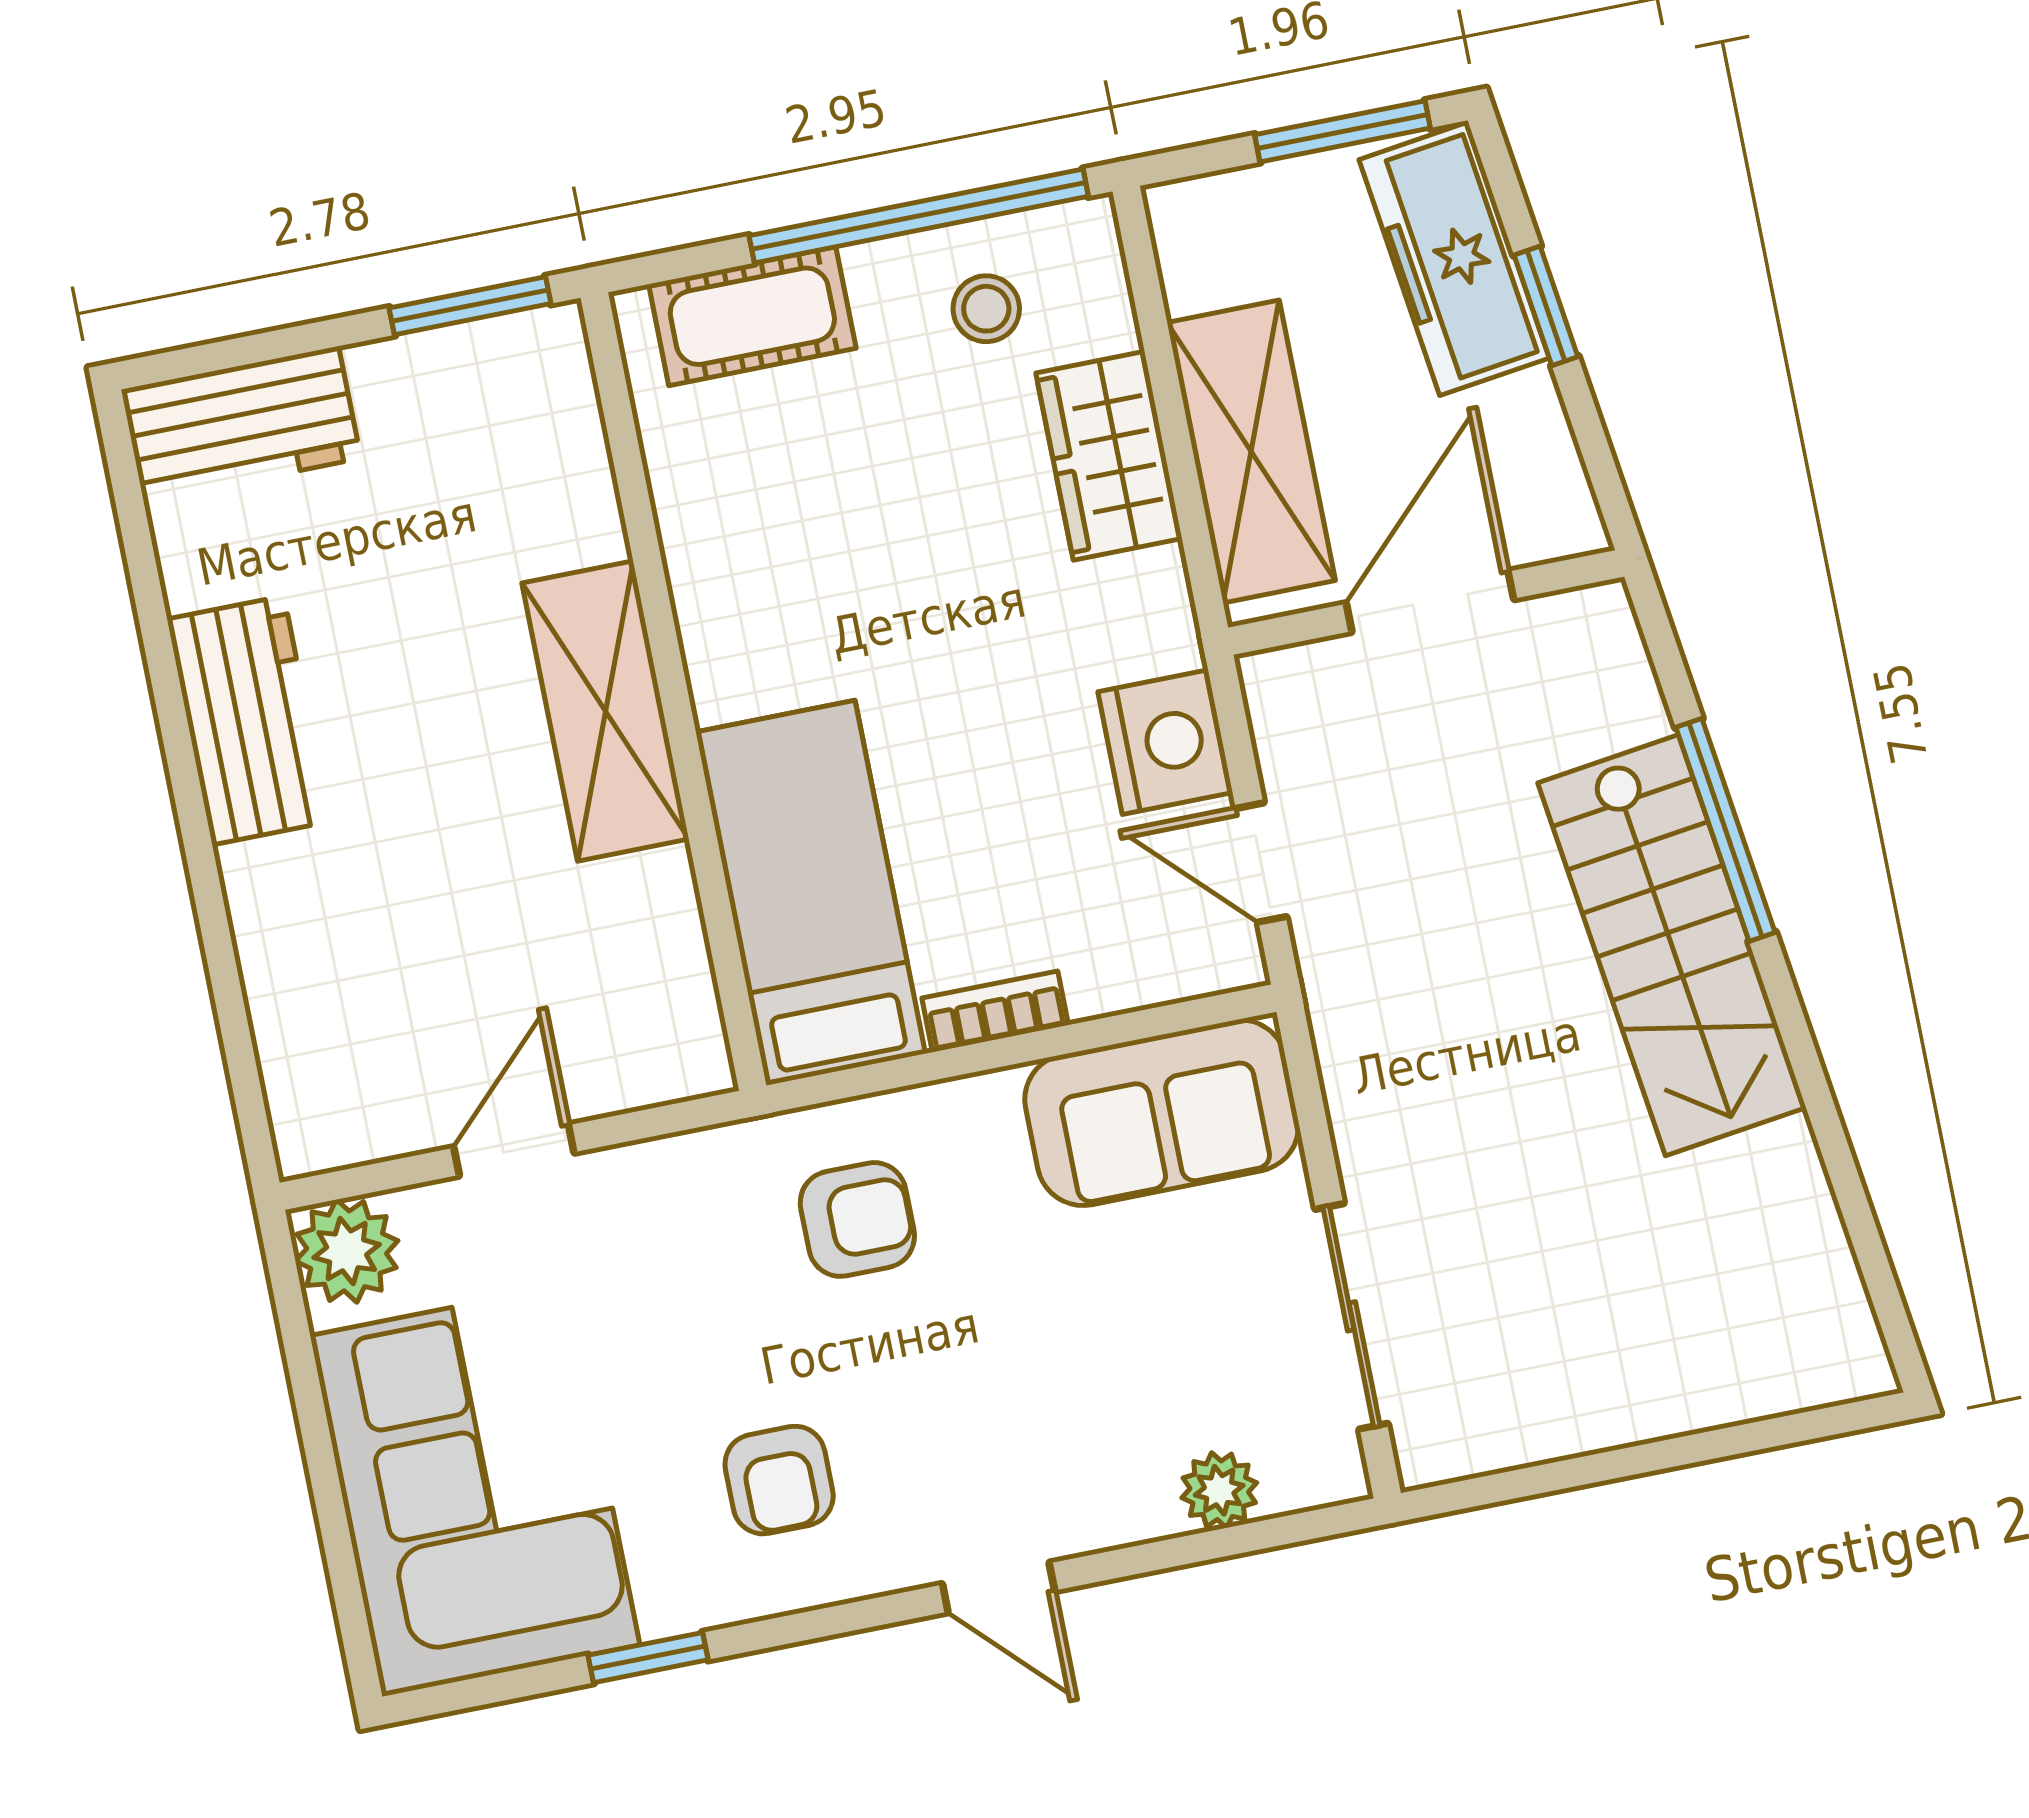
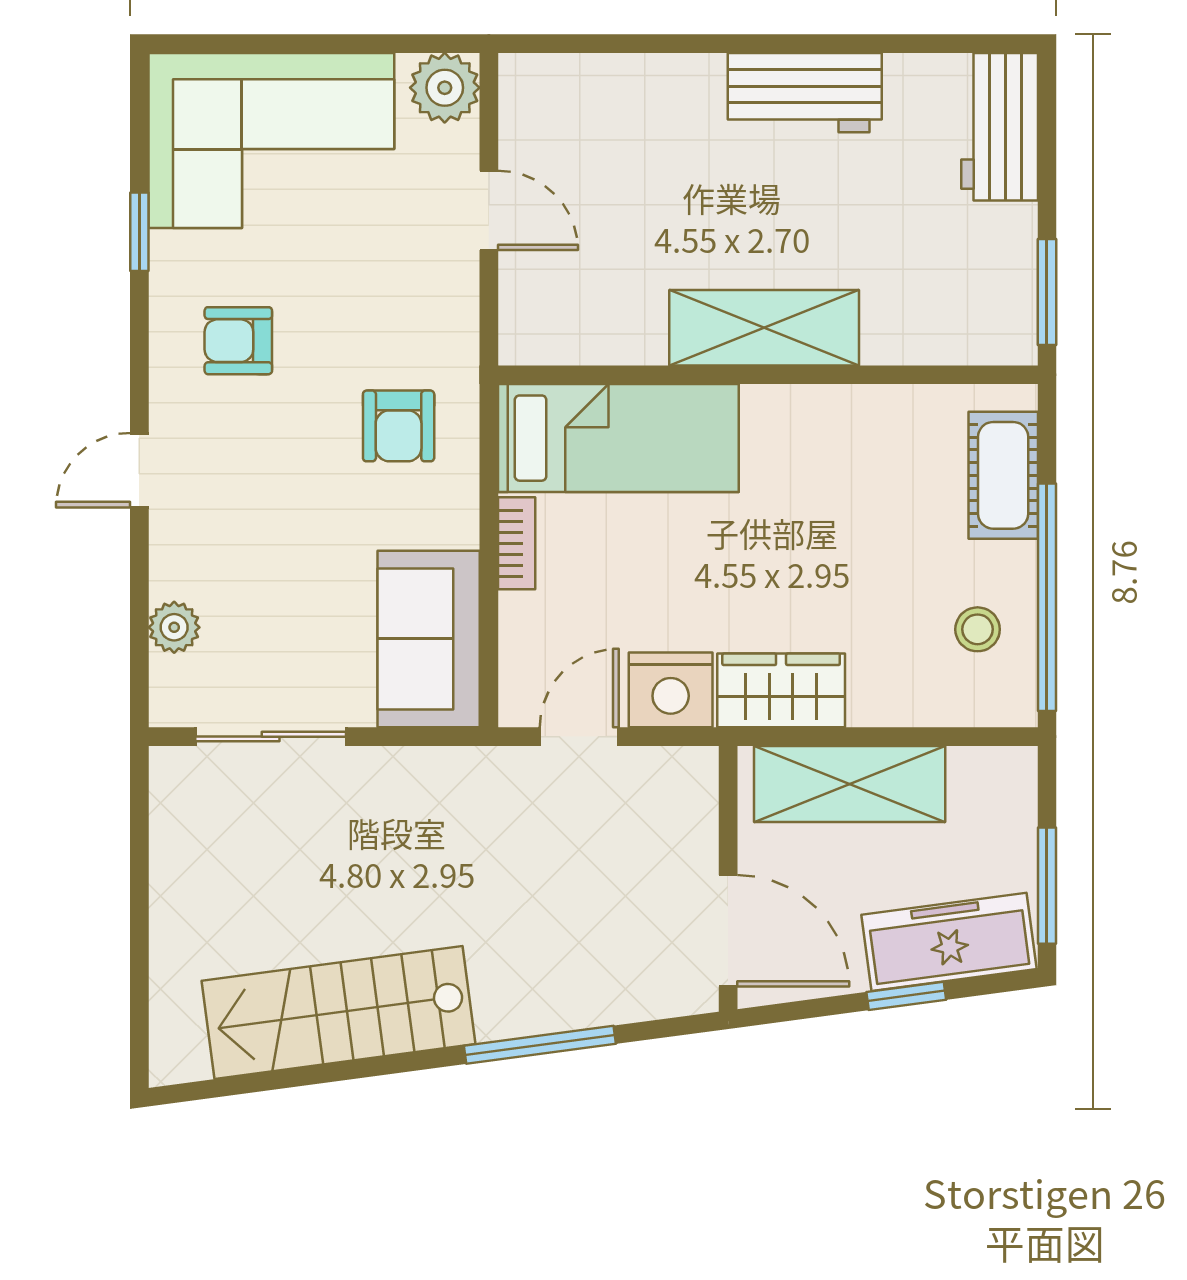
wardrobe: (1109, 456) -> (781, 690), moved
door: (1430, 601) -> (728, 931), moved
stairs: (1672, 945) -> (338, 1012), moved

